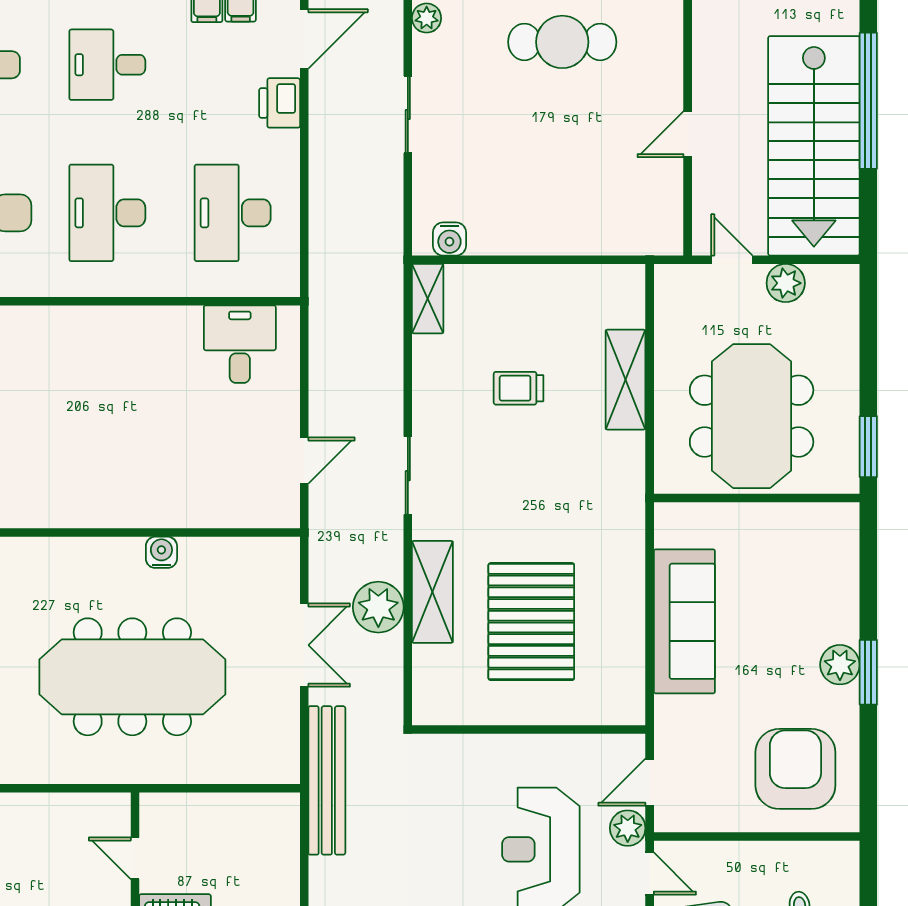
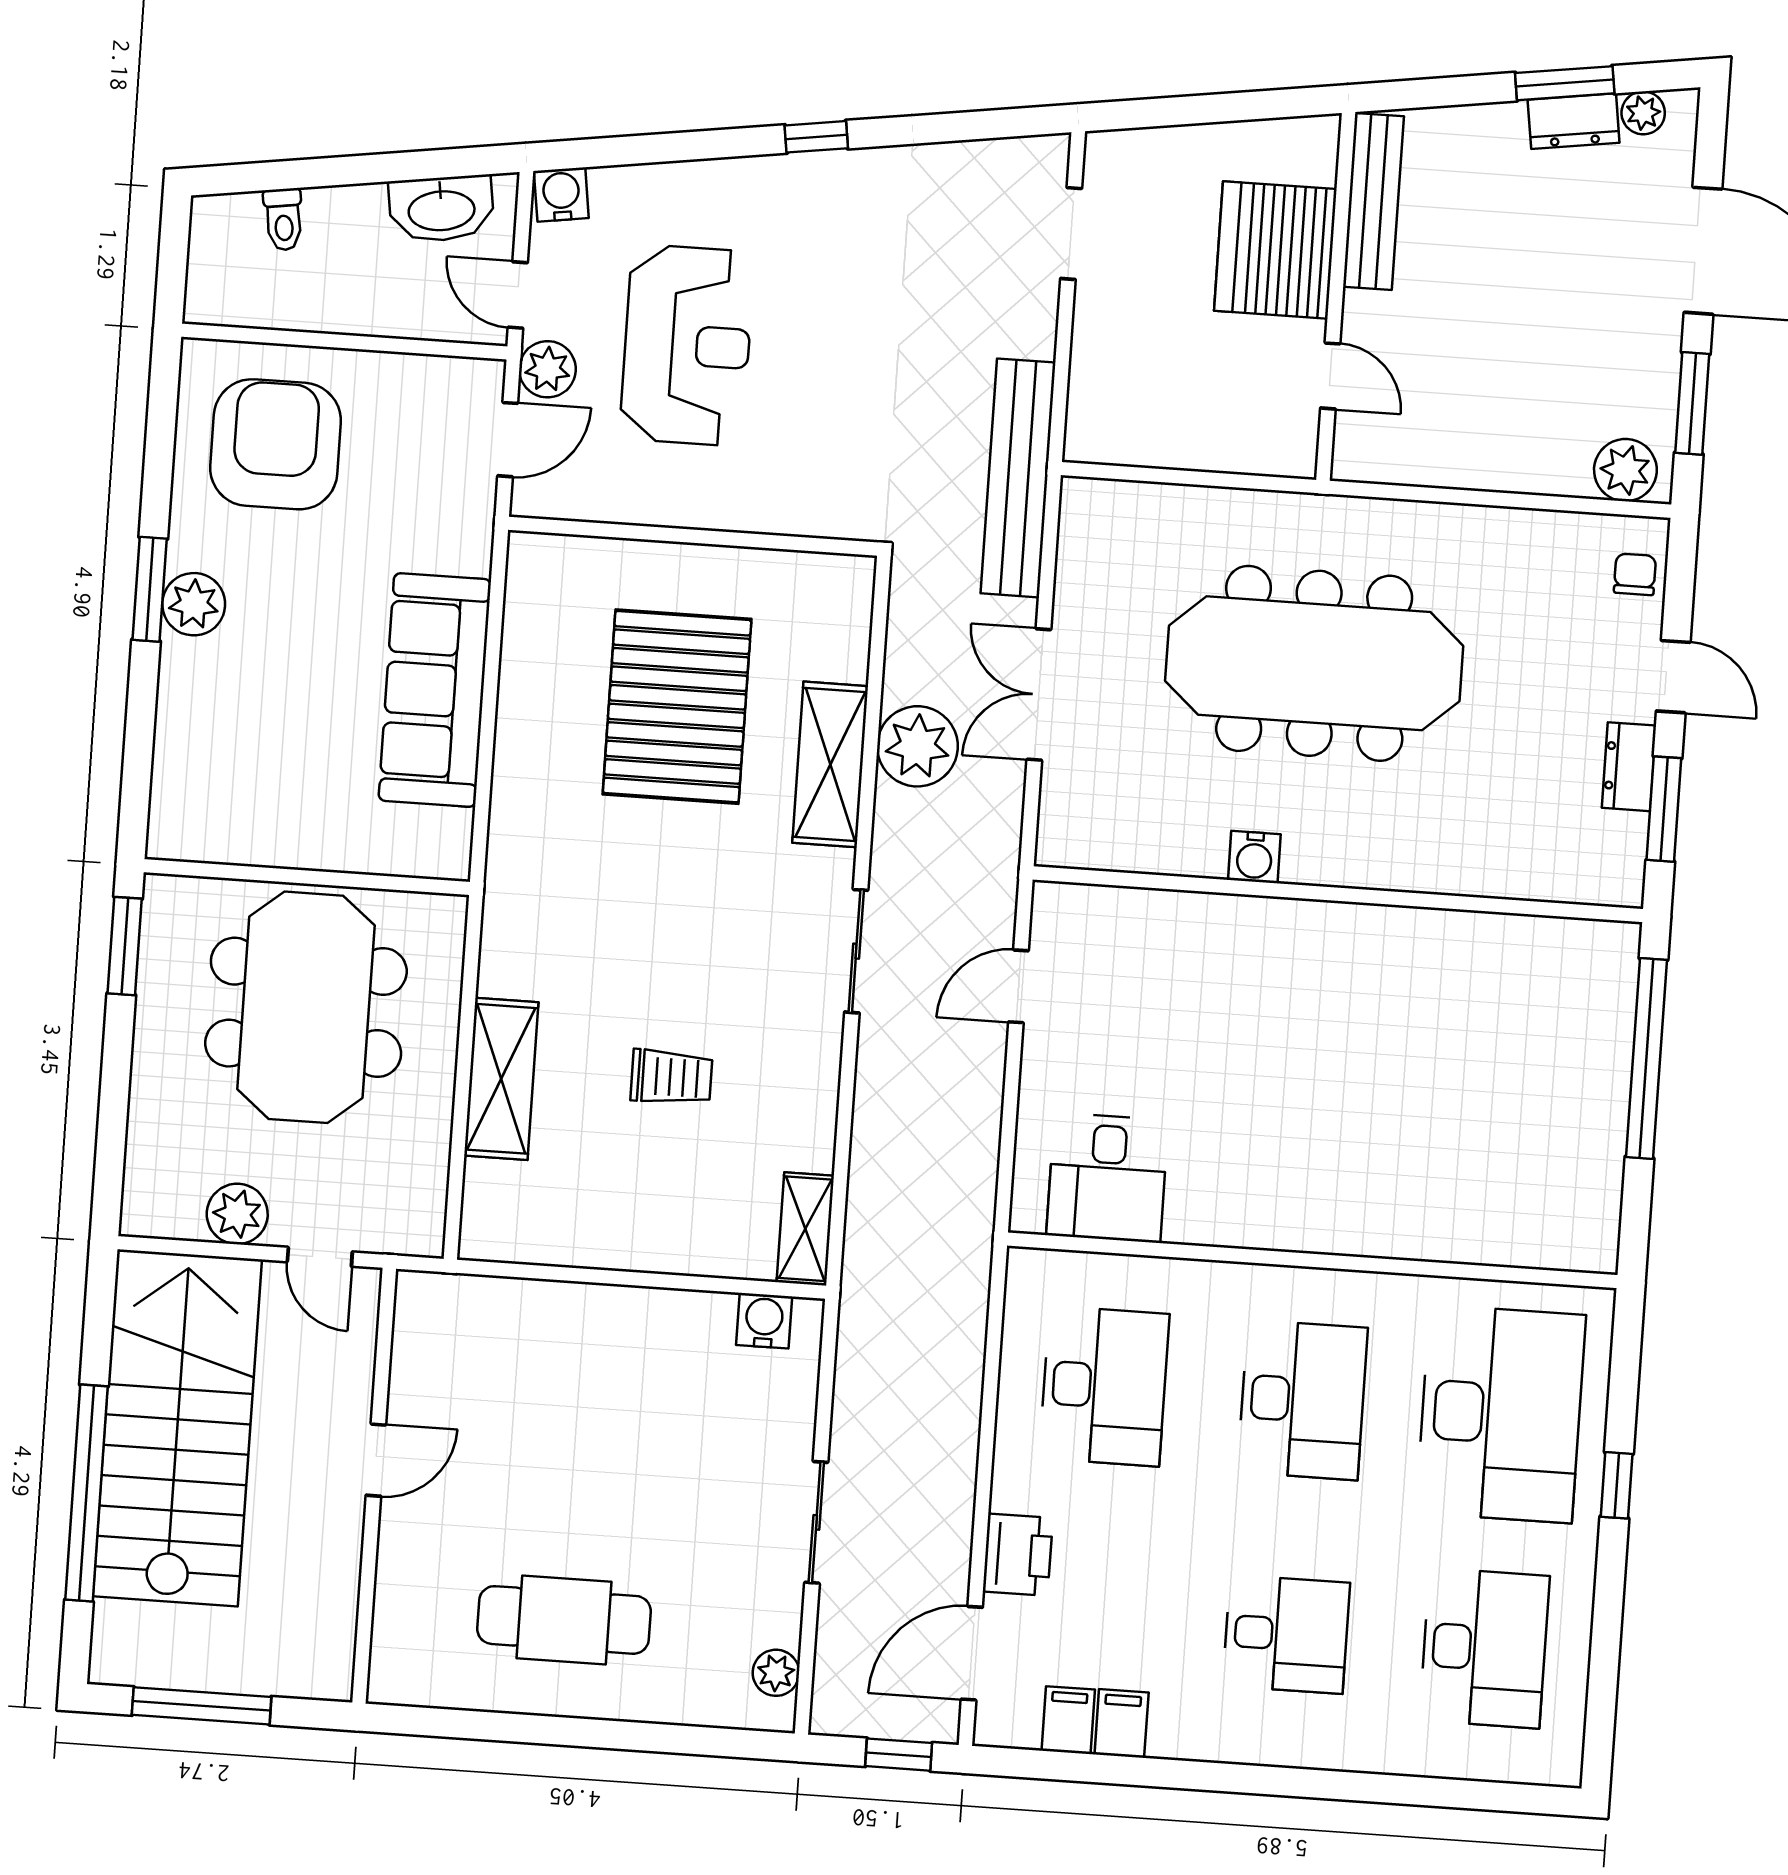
armchair: (795, 769) -> (276, 444), turned 180

